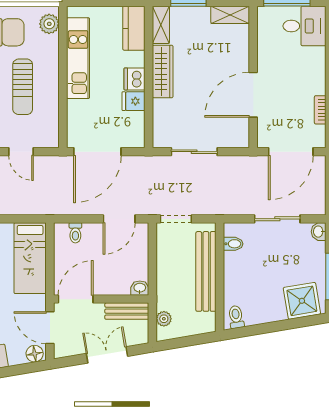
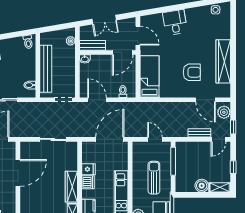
door: (119, 219) -> (97, 100), hinge flipped
floor lamp: (35, 354) -> (147, 20), removed

